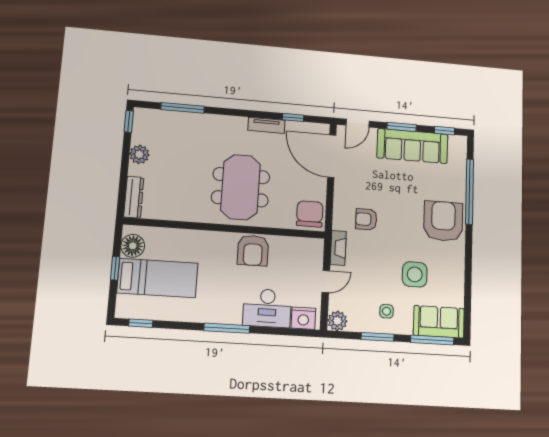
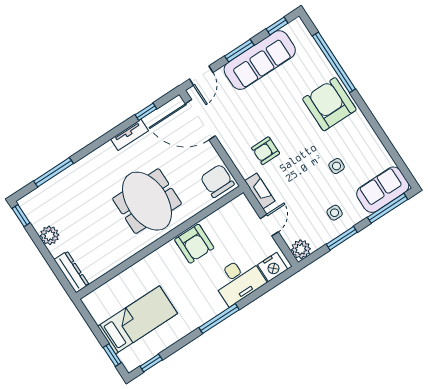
floor lamp: (133, 246) -> (100, 310), removed
window: (115, 268) -> (112, 355), moved
side table: (415, 274) -> (337, 166), width x0.54, depth x0.54

